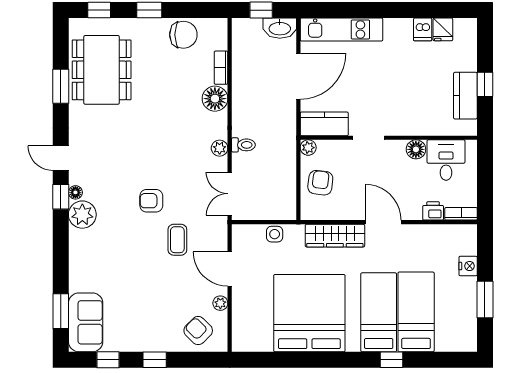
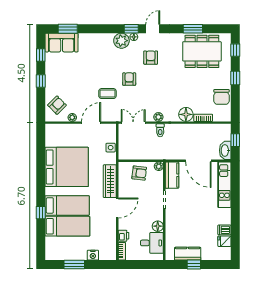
armchair: (113, 162) -> (151, 58), added

